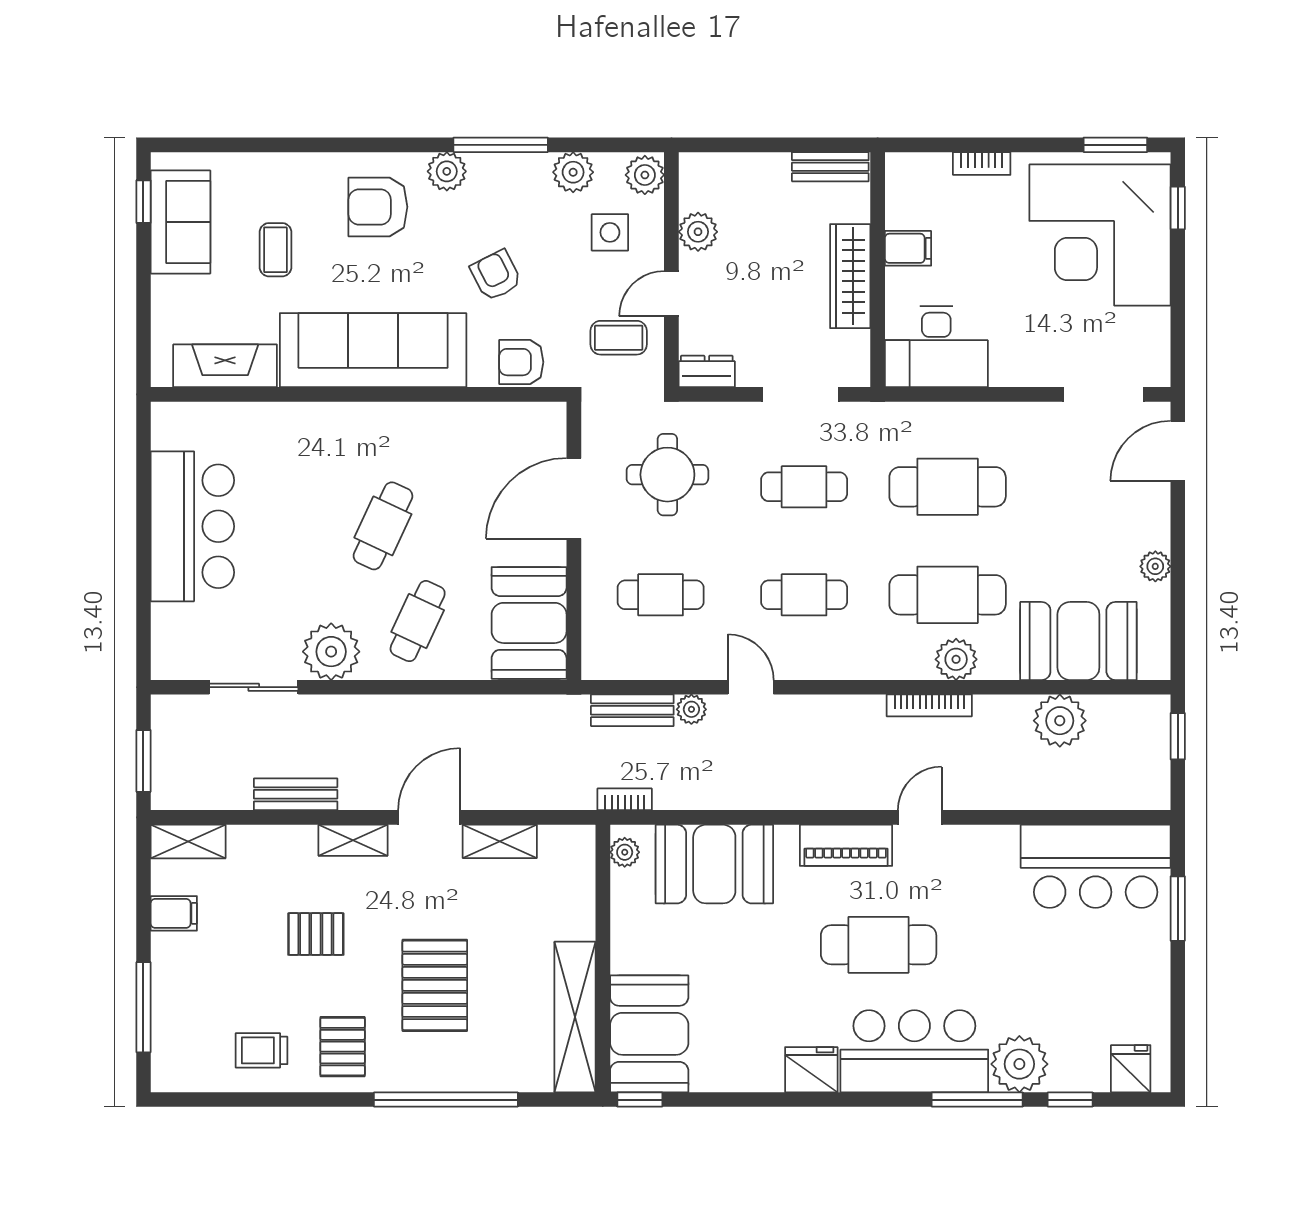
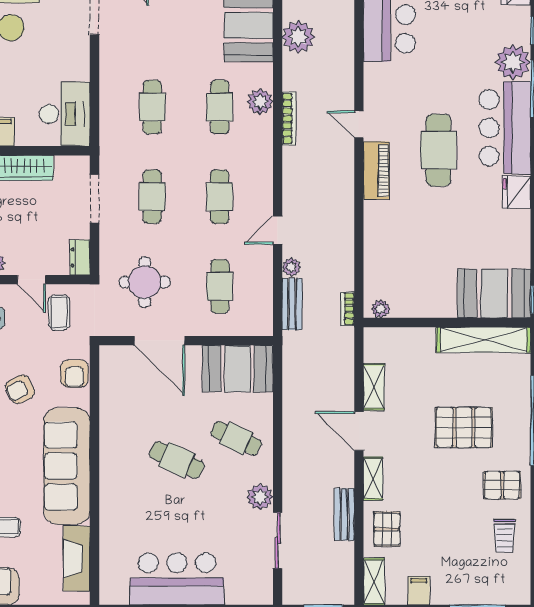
cafe table: (948, 487) -> (152, 107), width x0.73, depth x0.74
cafe table: (948, 595) -> (220, 107), width x0.73, depth x0.74
plant: (331, 652) -> (260, 497), width x0.73, depth x0.73
booth: (714, 864) -> (388, 253), removed
pallet: (316, 934) -> (387, 529), moved

